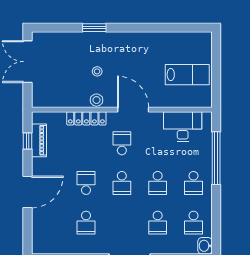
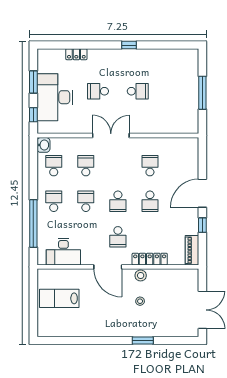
piano: (39, 140) -> (192, 250), moved
window: (28, 141) -> (202, 225), moved
school desk: (122, 183) -> (118, 201), turned 180

